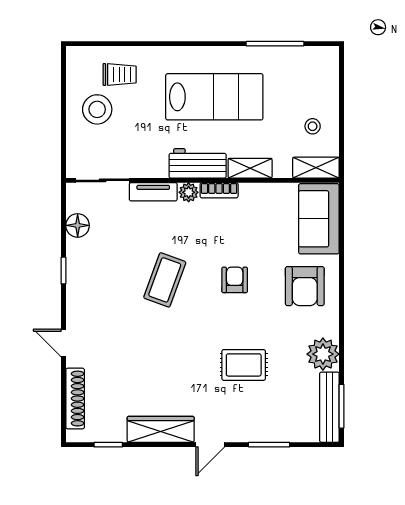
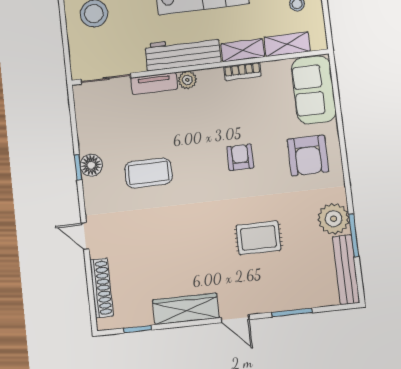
workbench: (198, 163) -> (183, 53), width x1.38
shelving: (316, 168) -> (287, 44), moved
bookcase: (219, 190) -> (242, 71), moved
floor lamp: (78, 225) -> (91, 165), moved
coffee table: (165, 280) -> (148, 173), moved, turned 70
window: (342, 406) -> (354, 235), moved
door: (210, 445) -> (235, 319), hinge flipped

